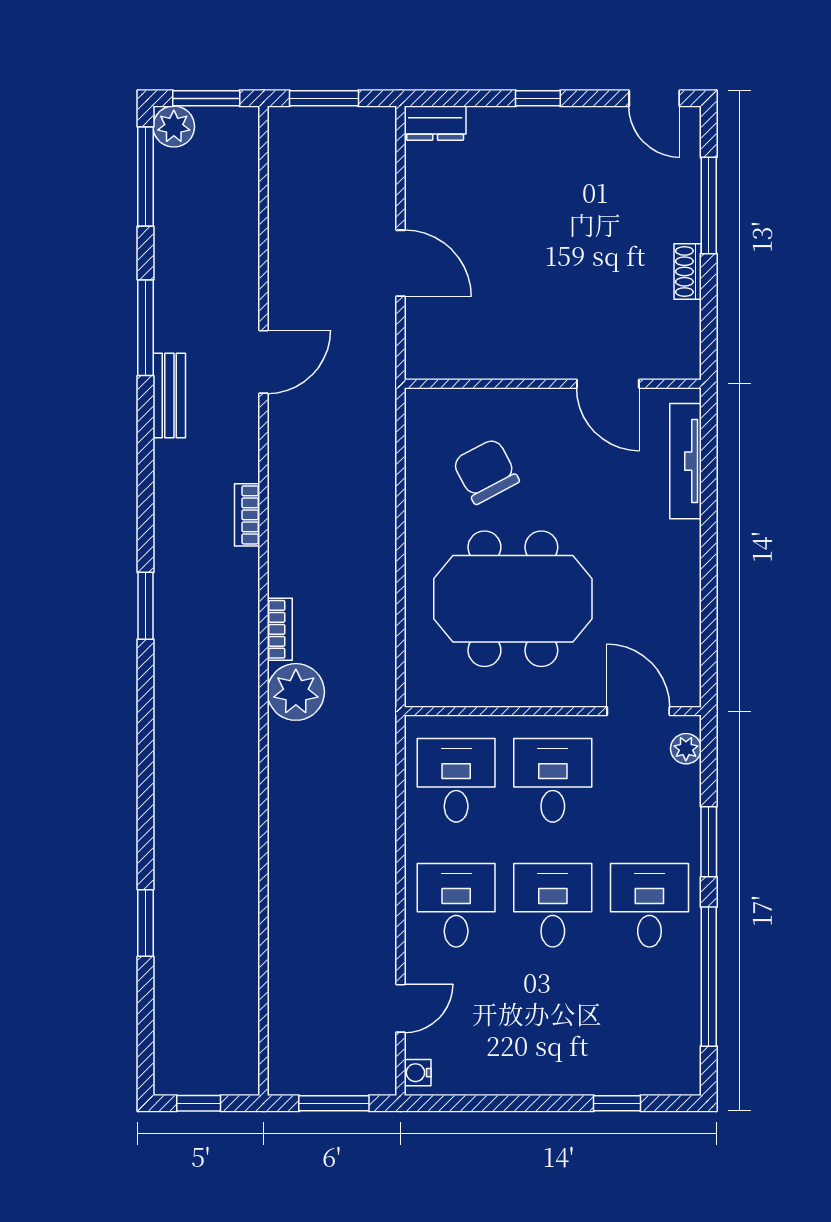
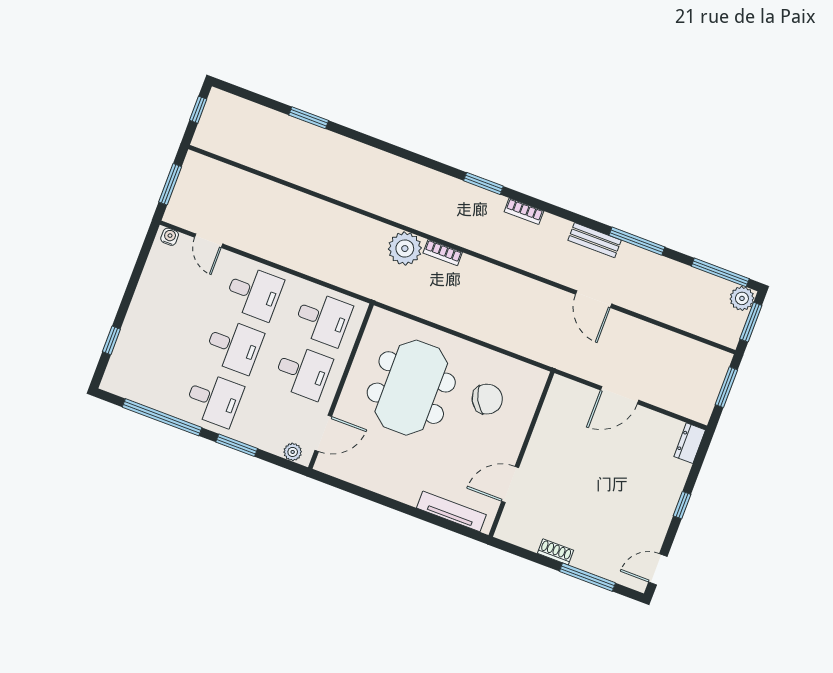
bookcase: (247, 515) -> (524, 211), moved, turned 180

